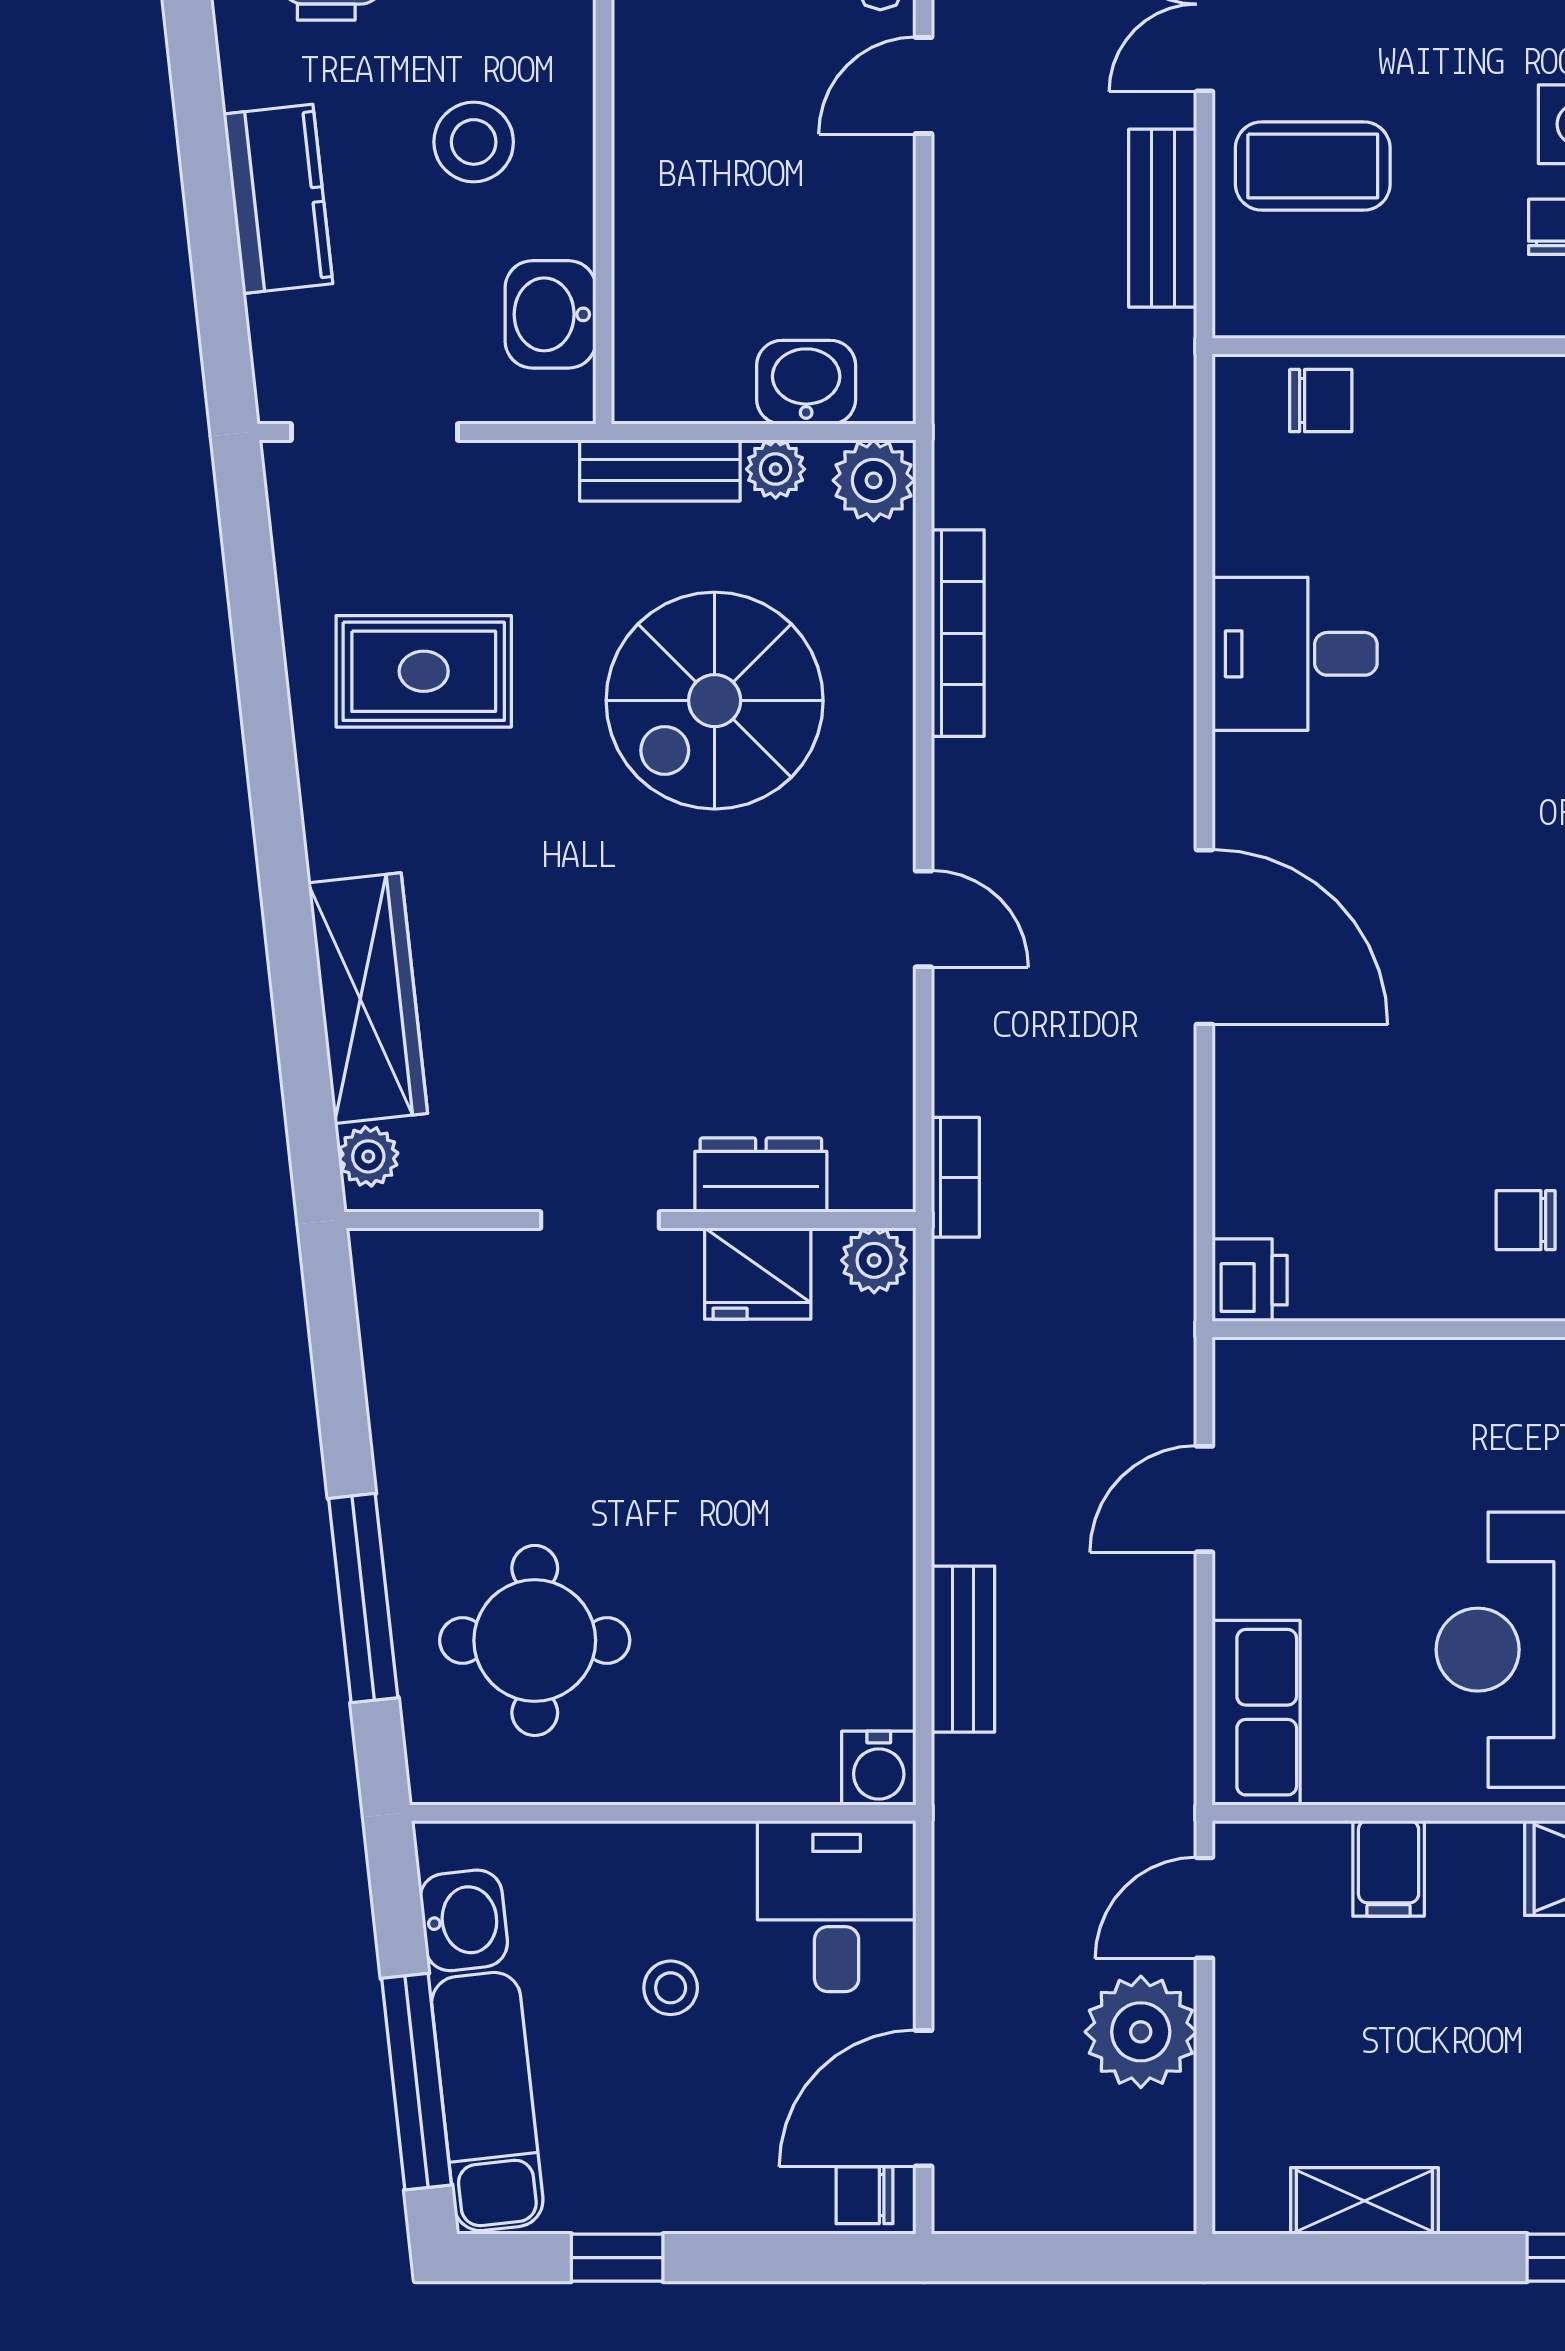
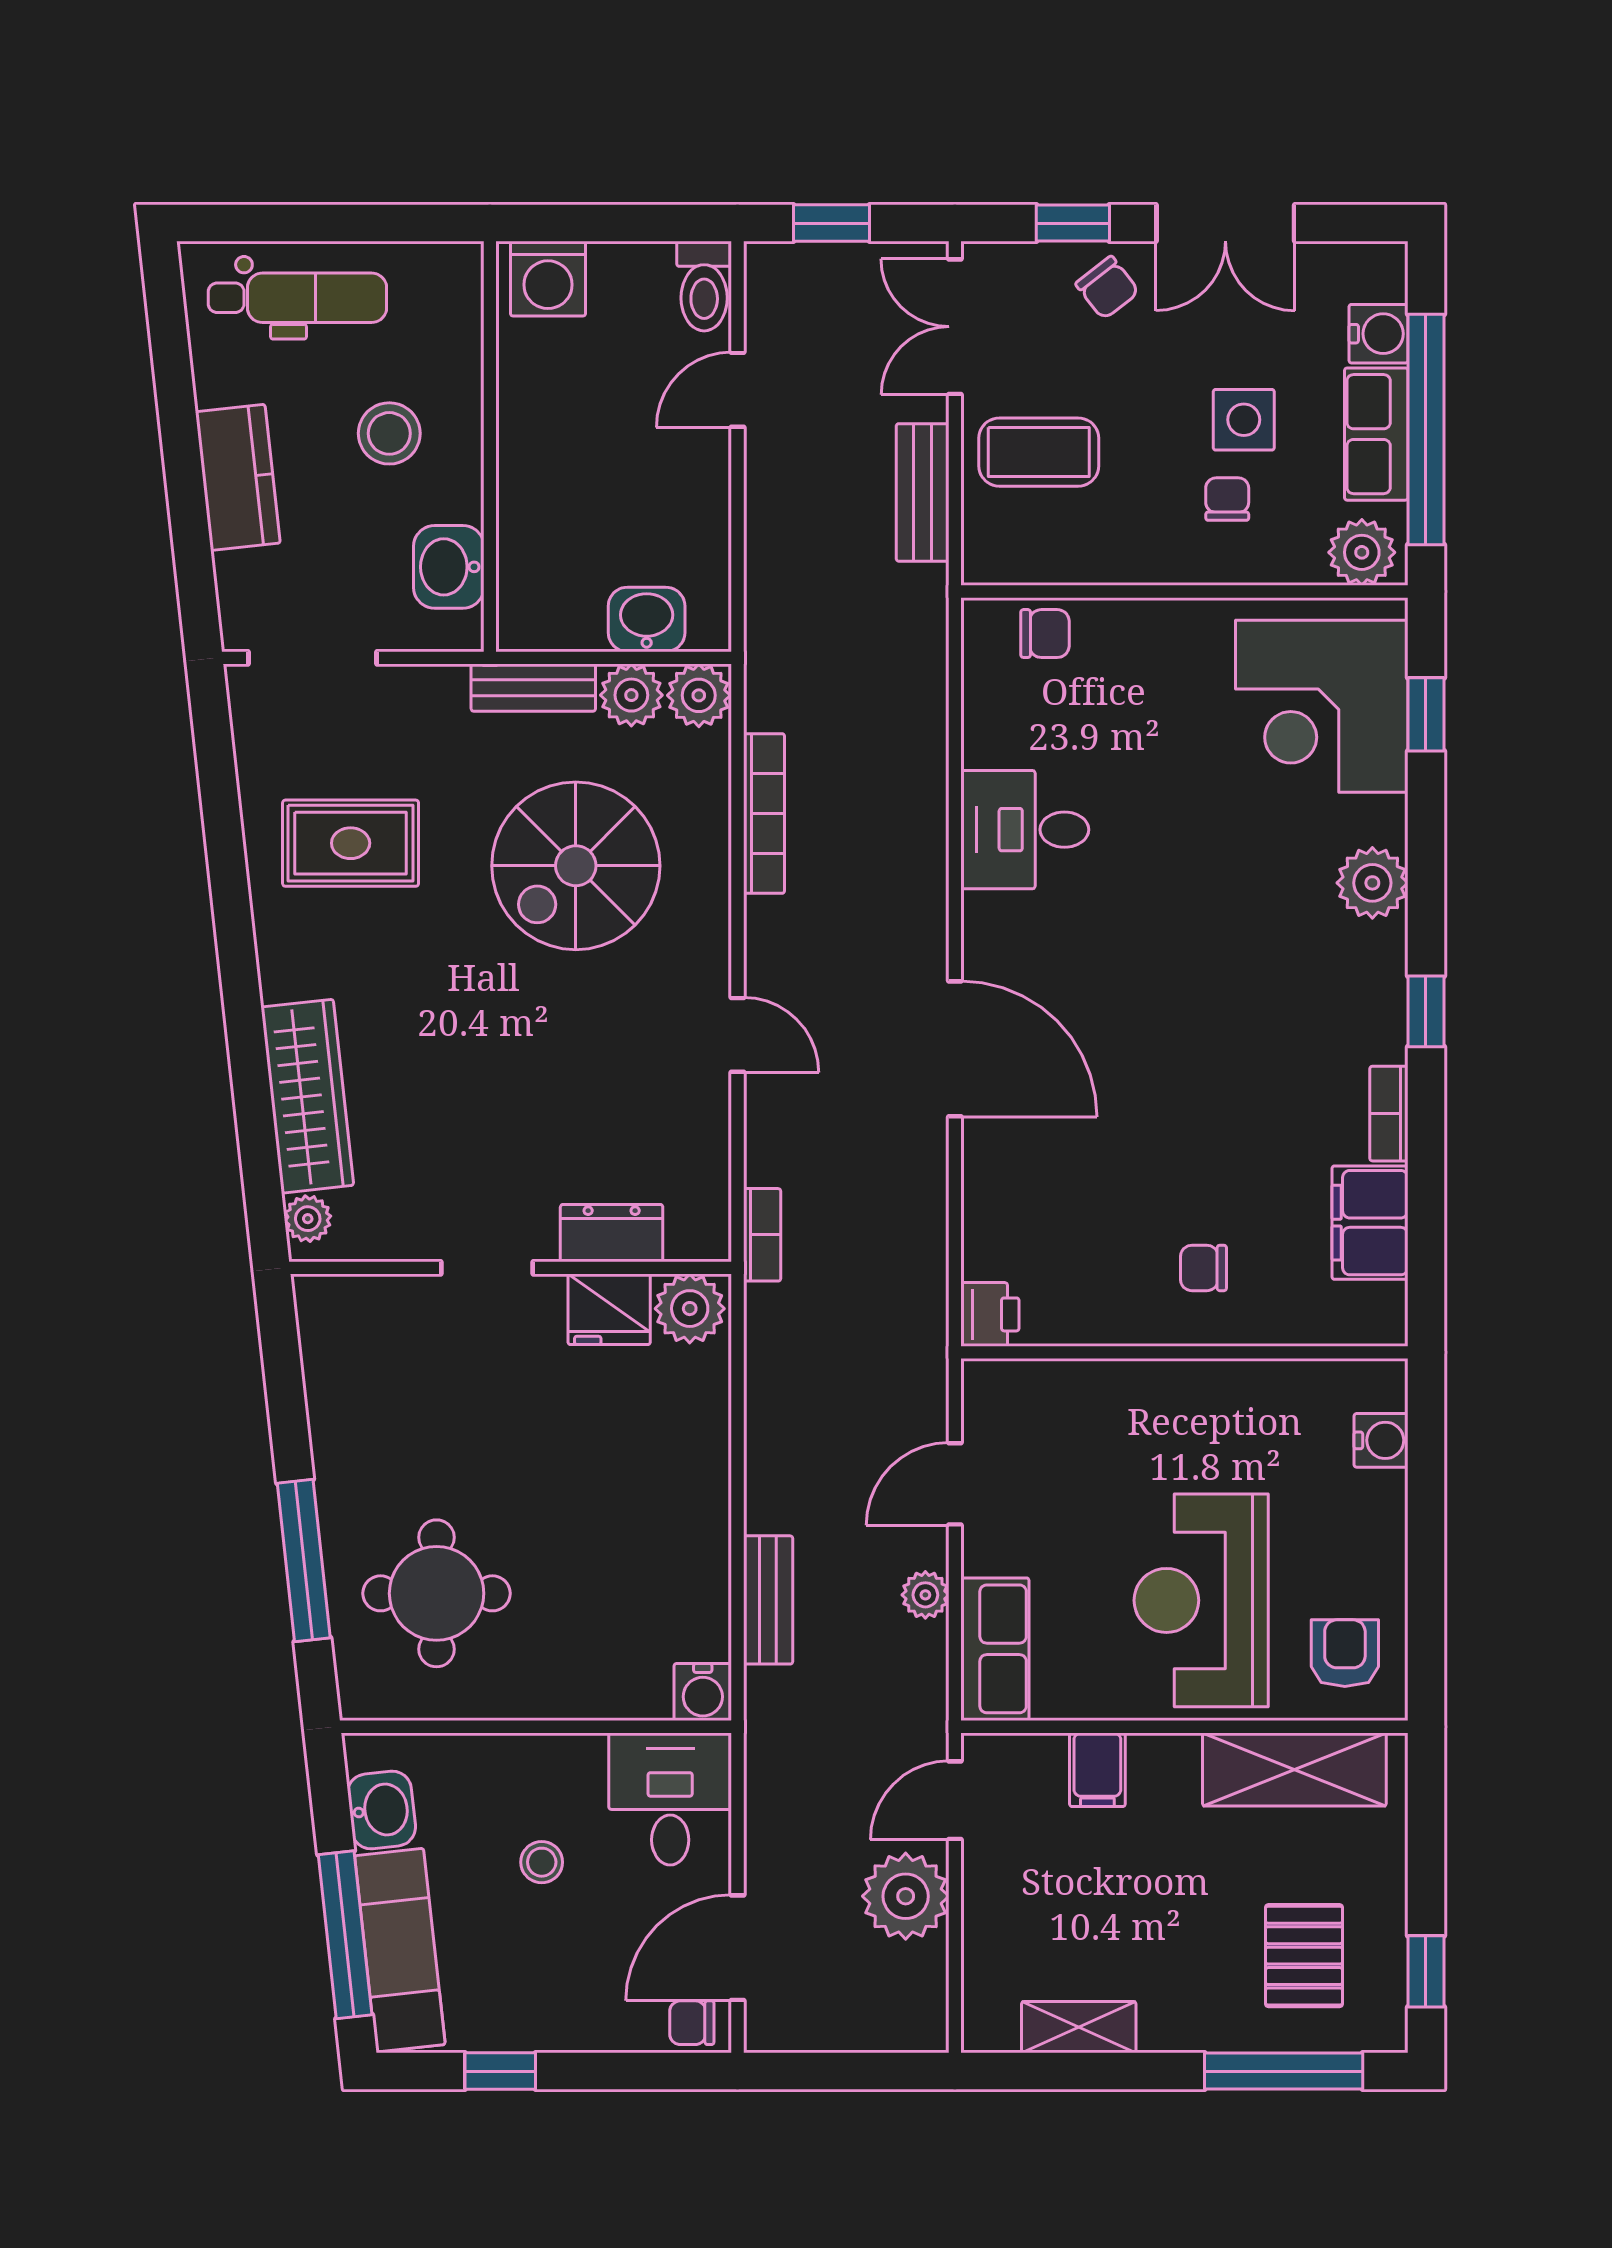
plant: (776, 469) -> (631, 695), width x1.38, depth x1.38
plant: (874, 1260) -> (690, 1309), width x1.38, depth x1.38
plant: (1166, 1642) -> (925, 1595), added

